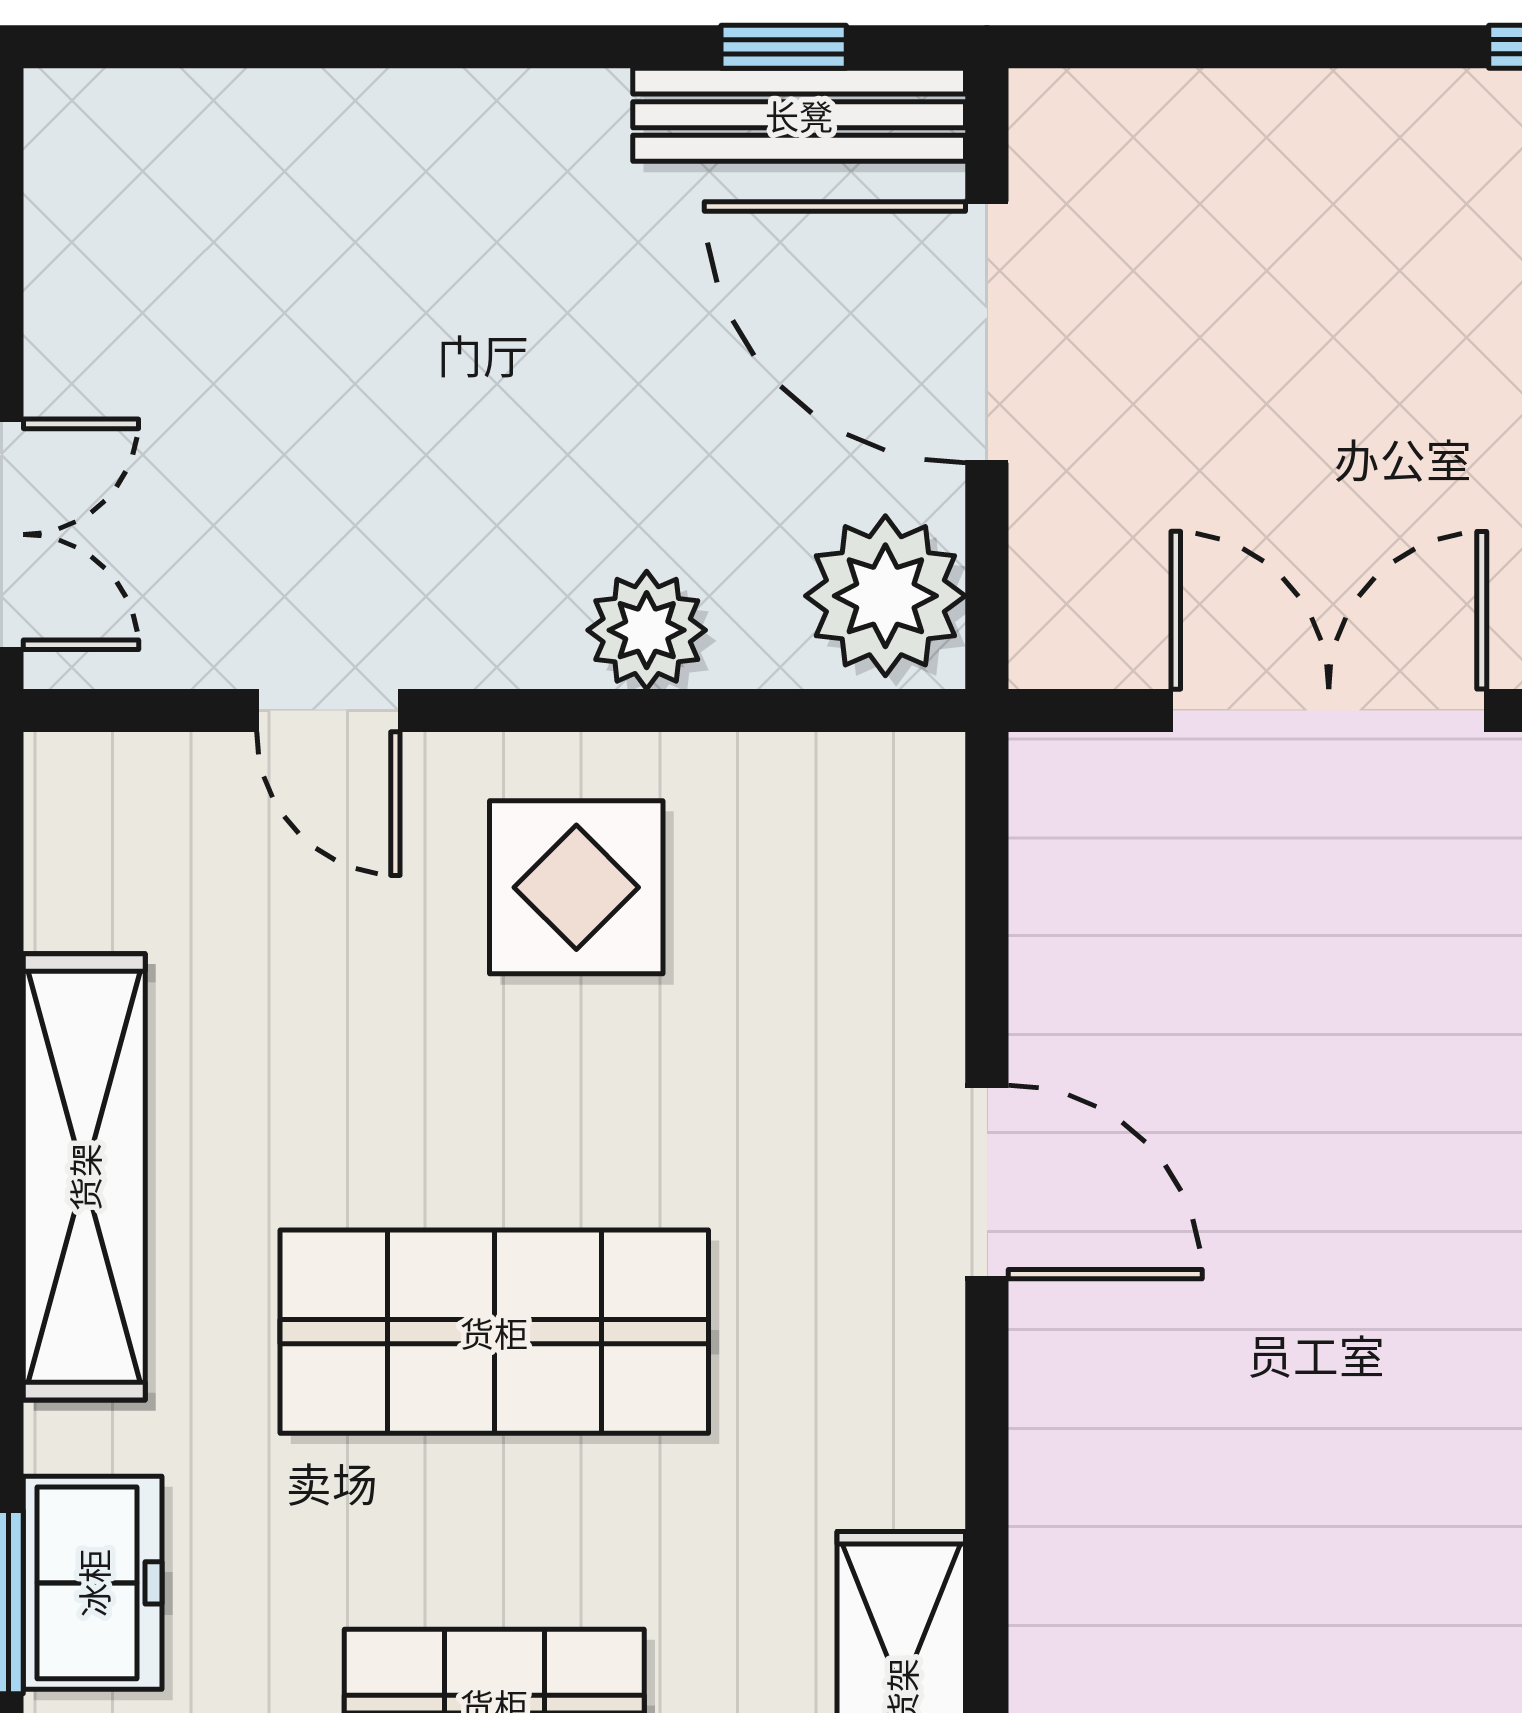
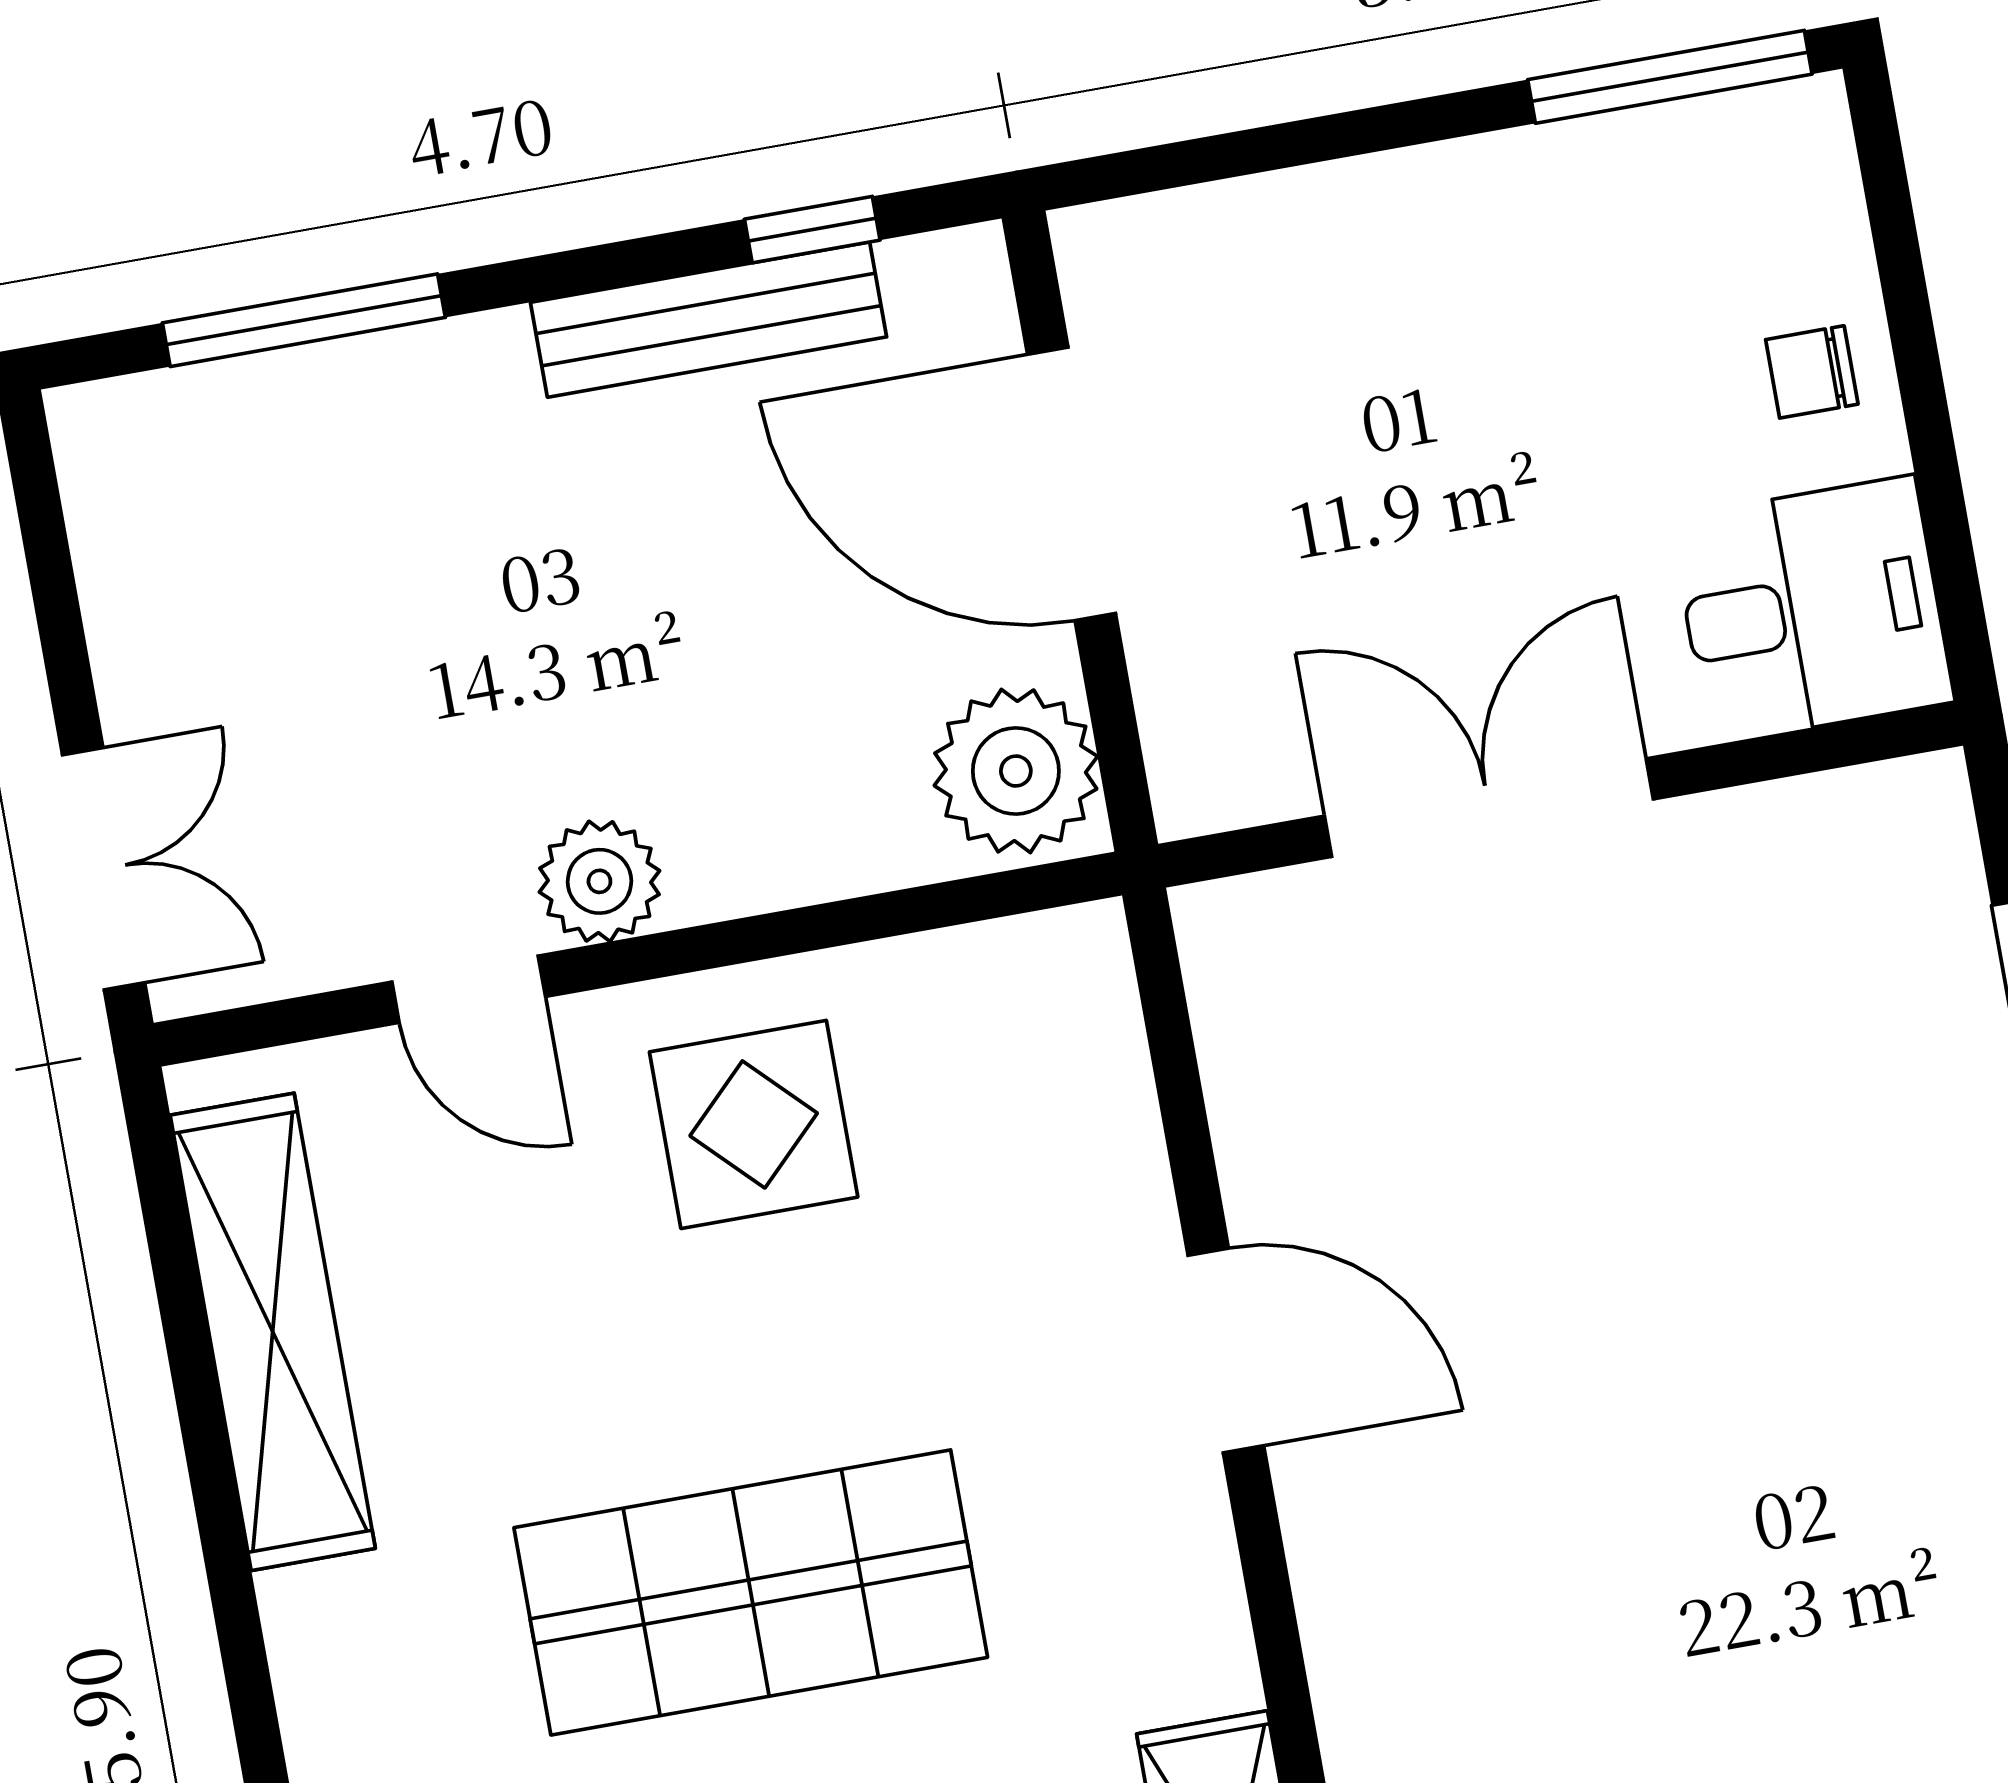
window: (285, 47) -> (304, 320), added
bench: (799, 115) -> (709, 320), moved
plant: (647, 630) -> (599, 881), moved
shelving: (84, 1177) -> (273, 1332), moved

